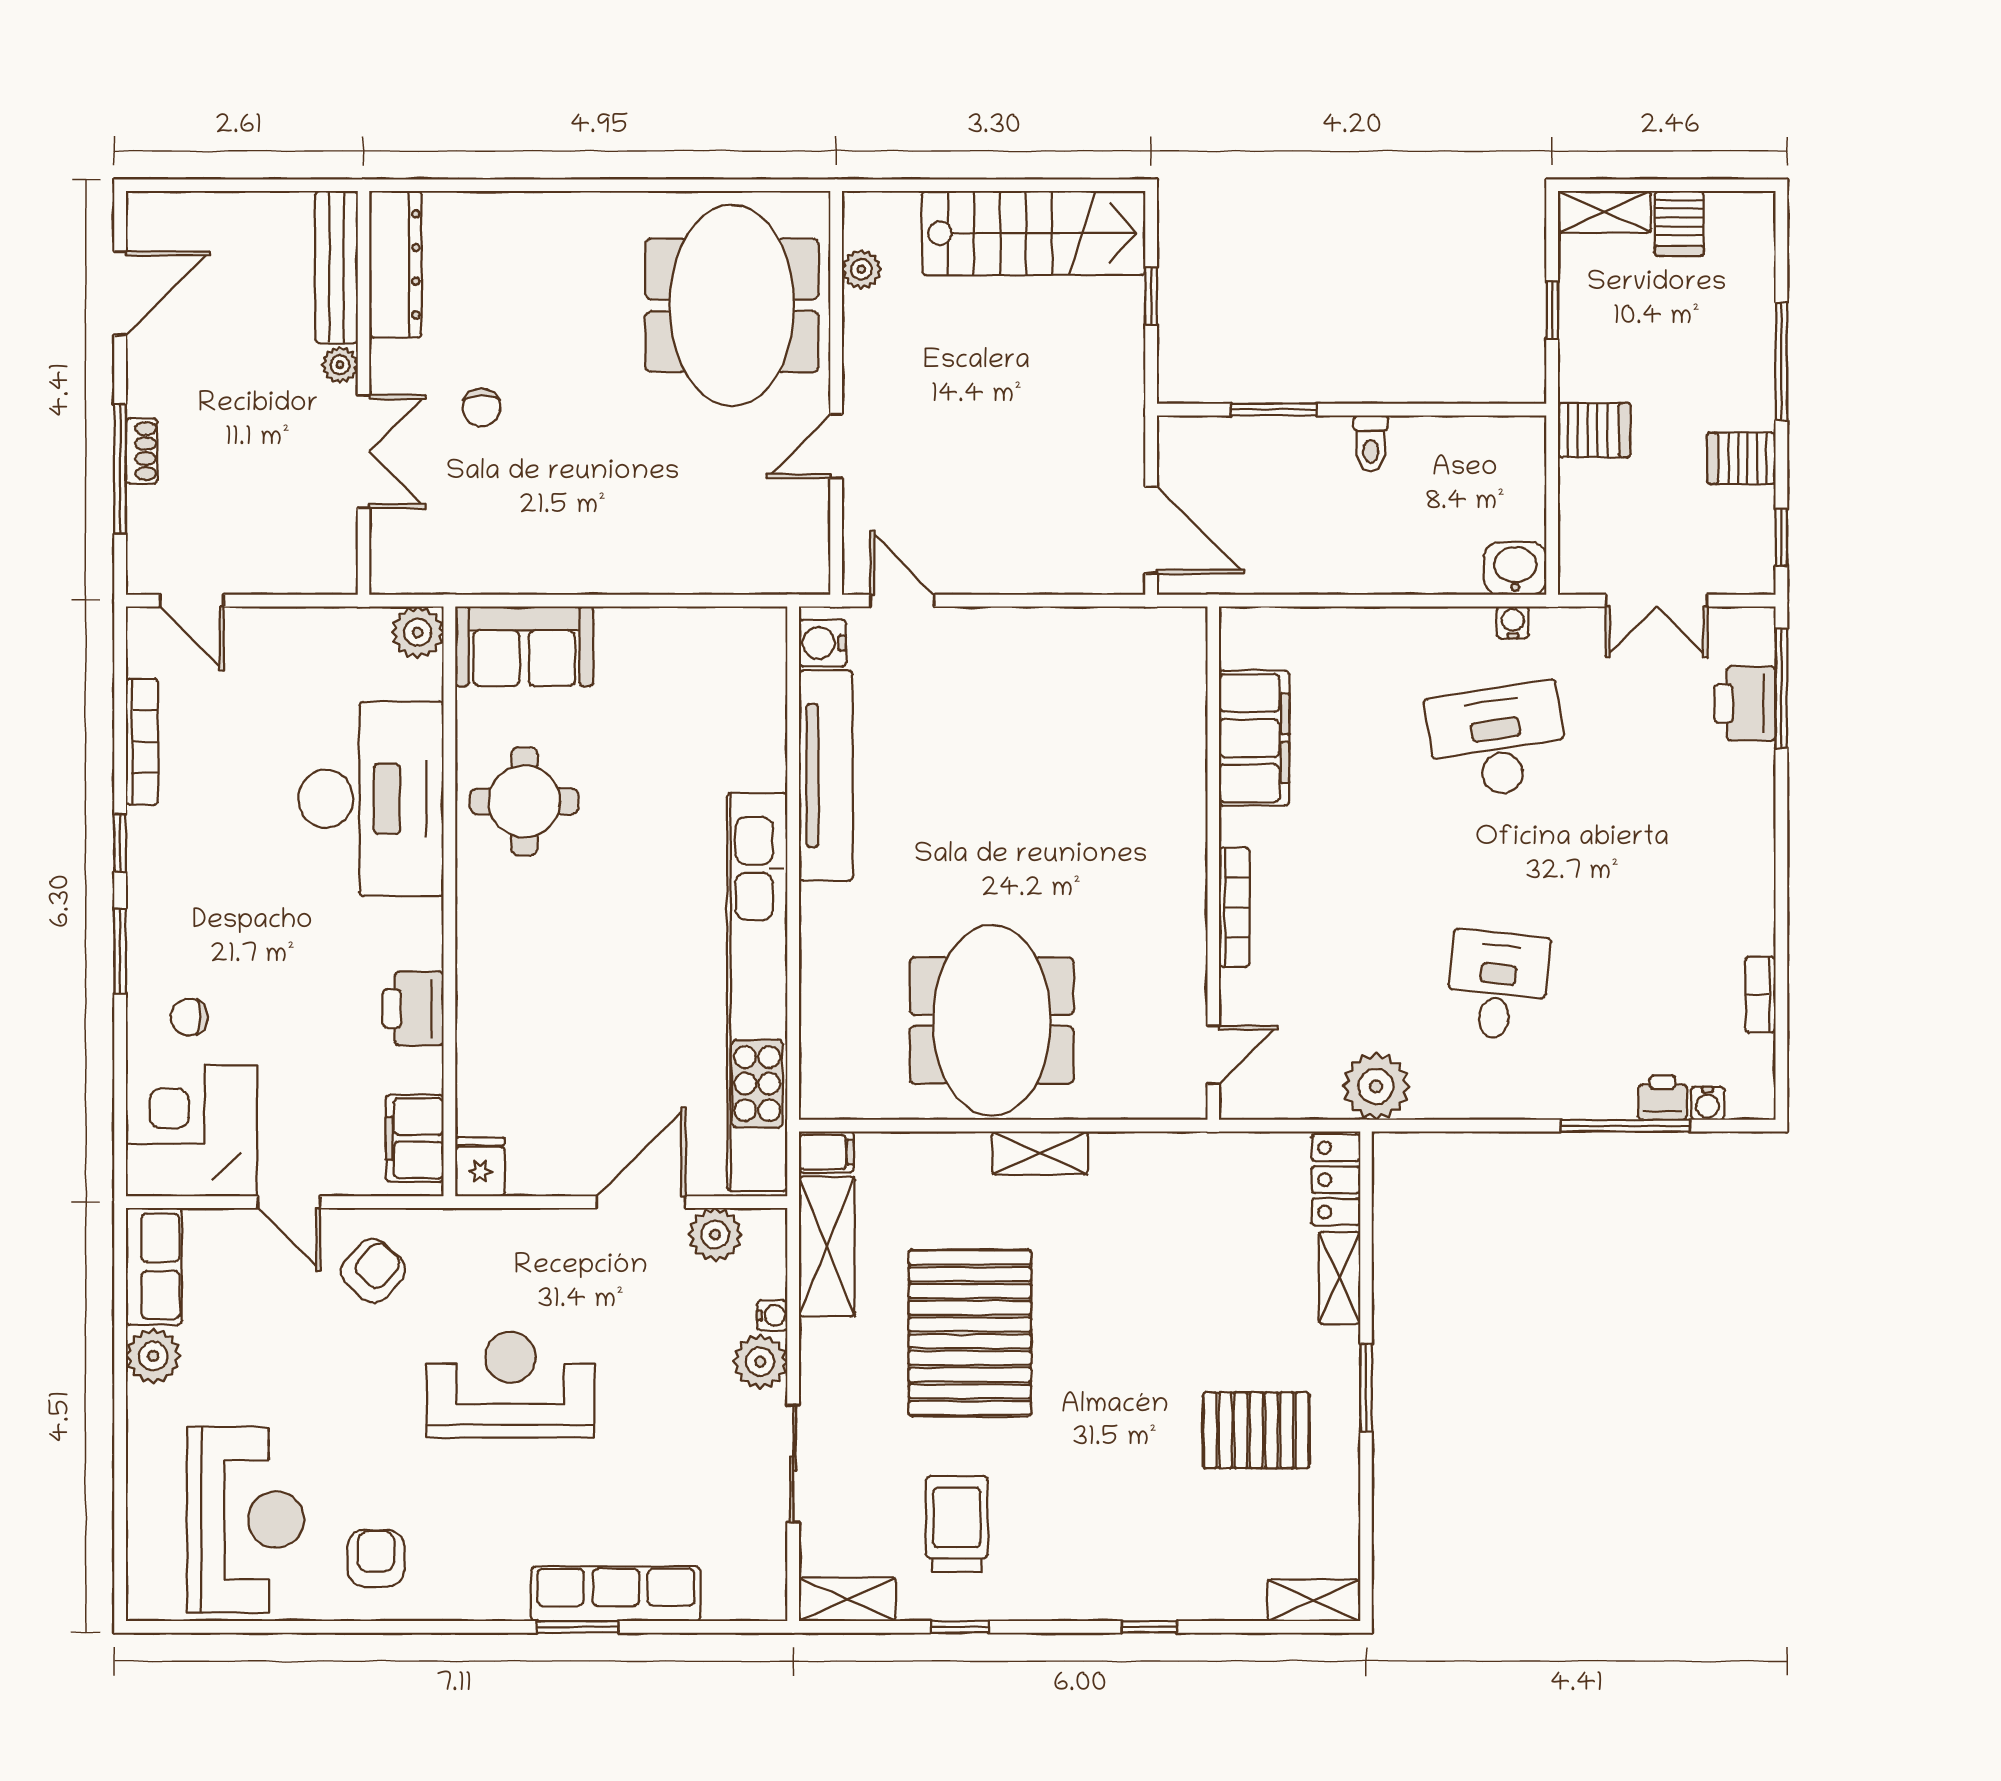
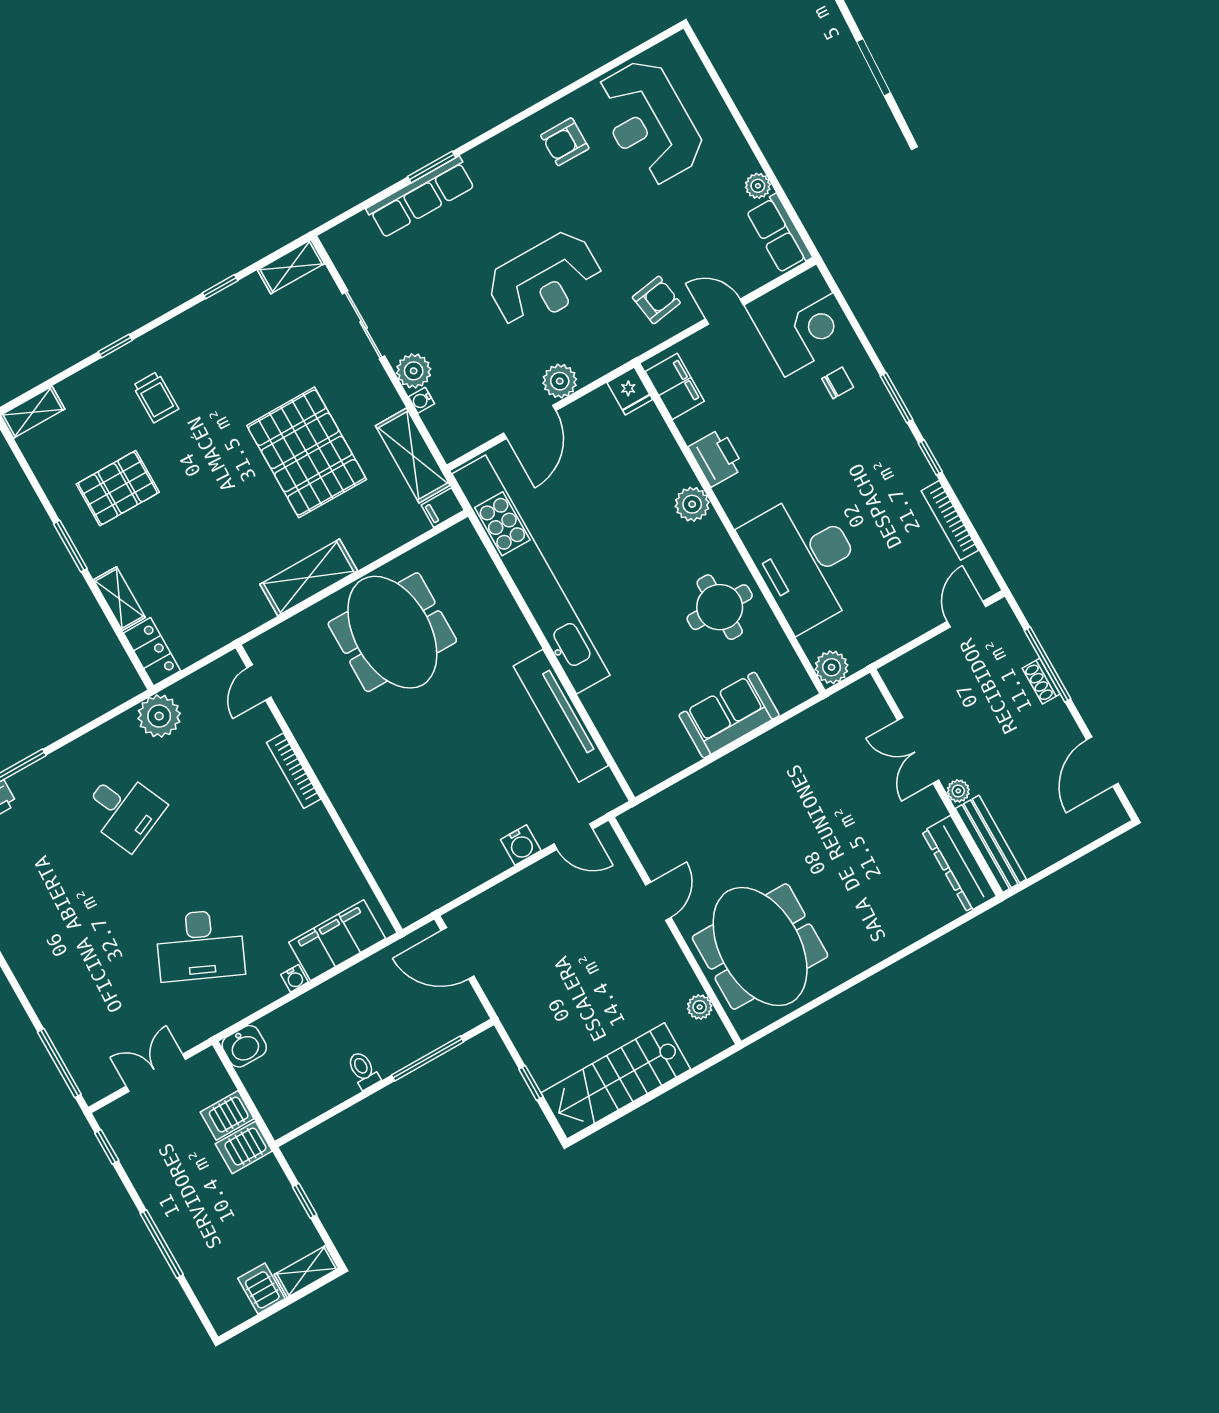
chair: (481, 407) -> (867, 812), removed
window: (1274, 410) -> (428, 1059), width x1.44
server rack: (1741, 458) -> (227, 1115), moved, turned 180
door: (192, 601) -> (967, 614), hinge flipped
water cooler: (1513, 622) -> (295, 978), moved
water cooler: (822, 643) -> (521, 845), moved, turned 90
sofa: (524, 646) -> (729, 715), moved
printer: (1745, 704) -> (75, 1043), removed
filing cabinet: (1254, 738) -> (337, 940), moved, turned 90
desk: (1497, 741) -> (200, 945), turned 33
plant: (482, 964) -> (692, 504), added
desk: (1497, 985) -> (124, 810), turned -30
shelving: (1040, 1153) -> (309, 577), width x1.50, depth x1.33
plant: (715, 1235) -> (560, 381), moved
armchair: (373, 1271) -> (656, 300), turned -141
plant: (153, 1356) -> (758, 186), width x0.73, depth x0.73
trolley: (957, 1524) -> (156, 397), moved, width x0.73, depth x0.72
armchair: (376, 1558) -> (565, 142), turned 90

